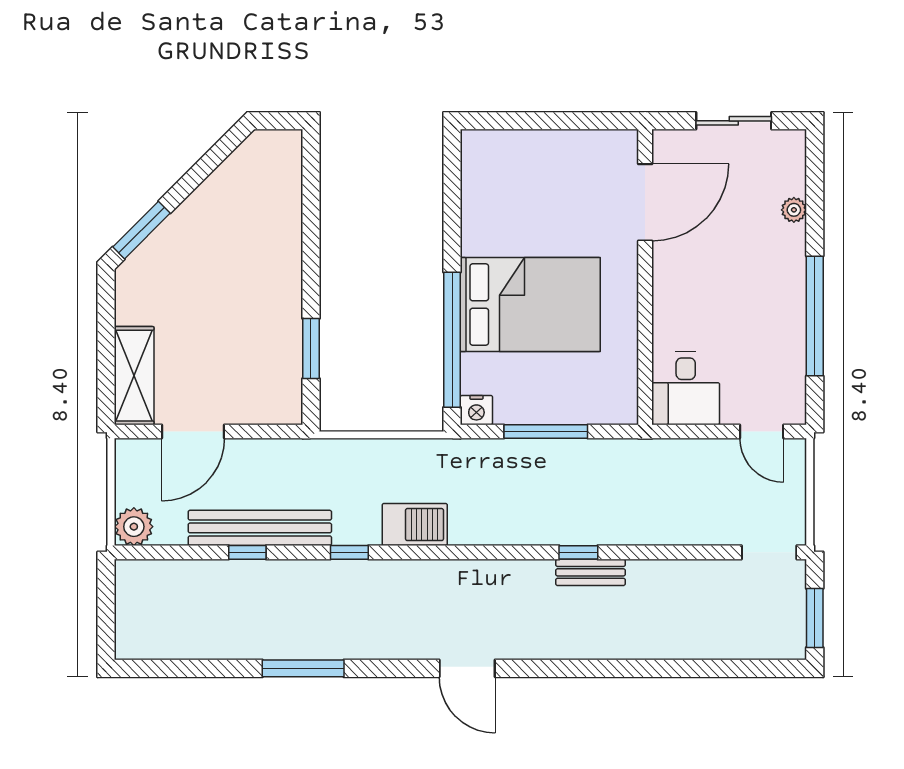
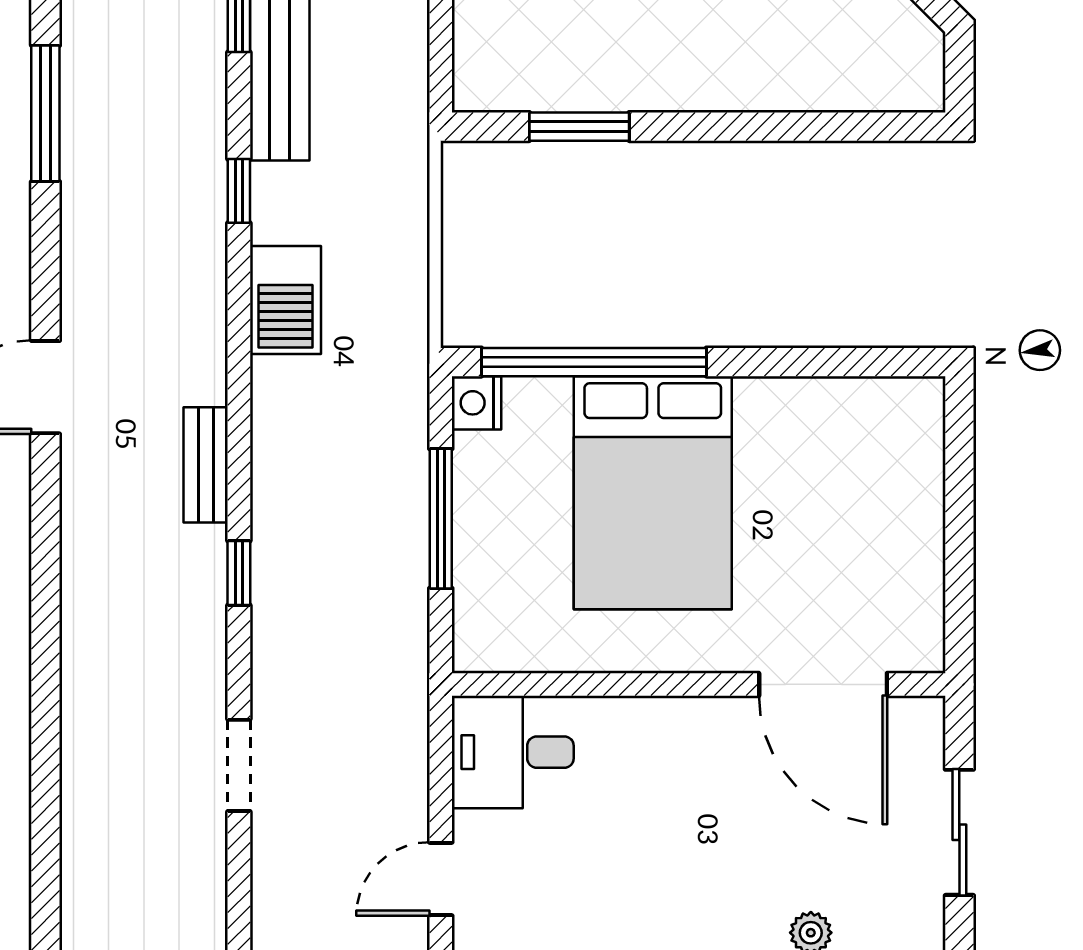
doorway: (769, 552) -> (239, 765), moved
bench: (590, 572) -> (206, 465), moved

